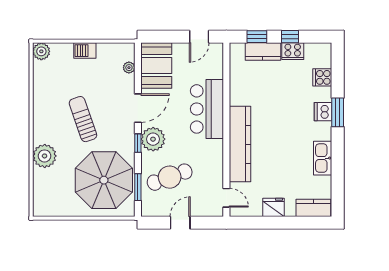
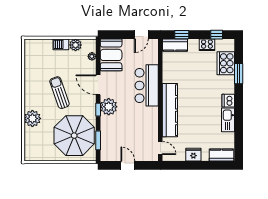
window: (290, 37) -> (217, 35), moved
plant: (41, 51) -> (76, 45), moved
kitchen counter: (263, 52) -> (175, 45), moved
cooker: (322, 77) -> (226, 63), width x1.87, depth x1.31
door: (138, 108) -> (98, 85), swing flipped
dishwasher: (323, 112) -> (228, 101), moved
window: (338, 112) -> (239, 74), moved
cafe table: (170, 177) -> (120, 133), removed
door: (180, 223) -> (128, 165), hinge flipped

